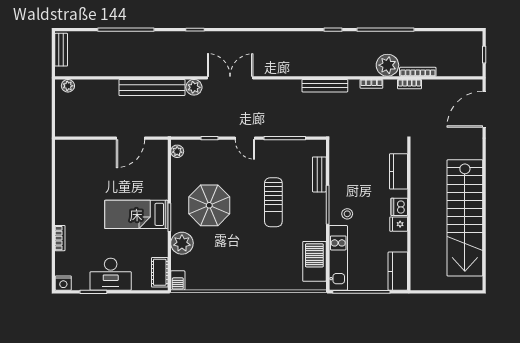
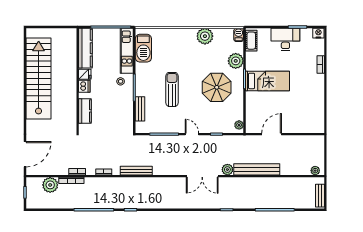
plant: (387, 65) -> (50, 185), moved
kitchen counter: (398, 271) -> (85, 48), width x1.50
plant: (226, 279) -> (205, 36), added

